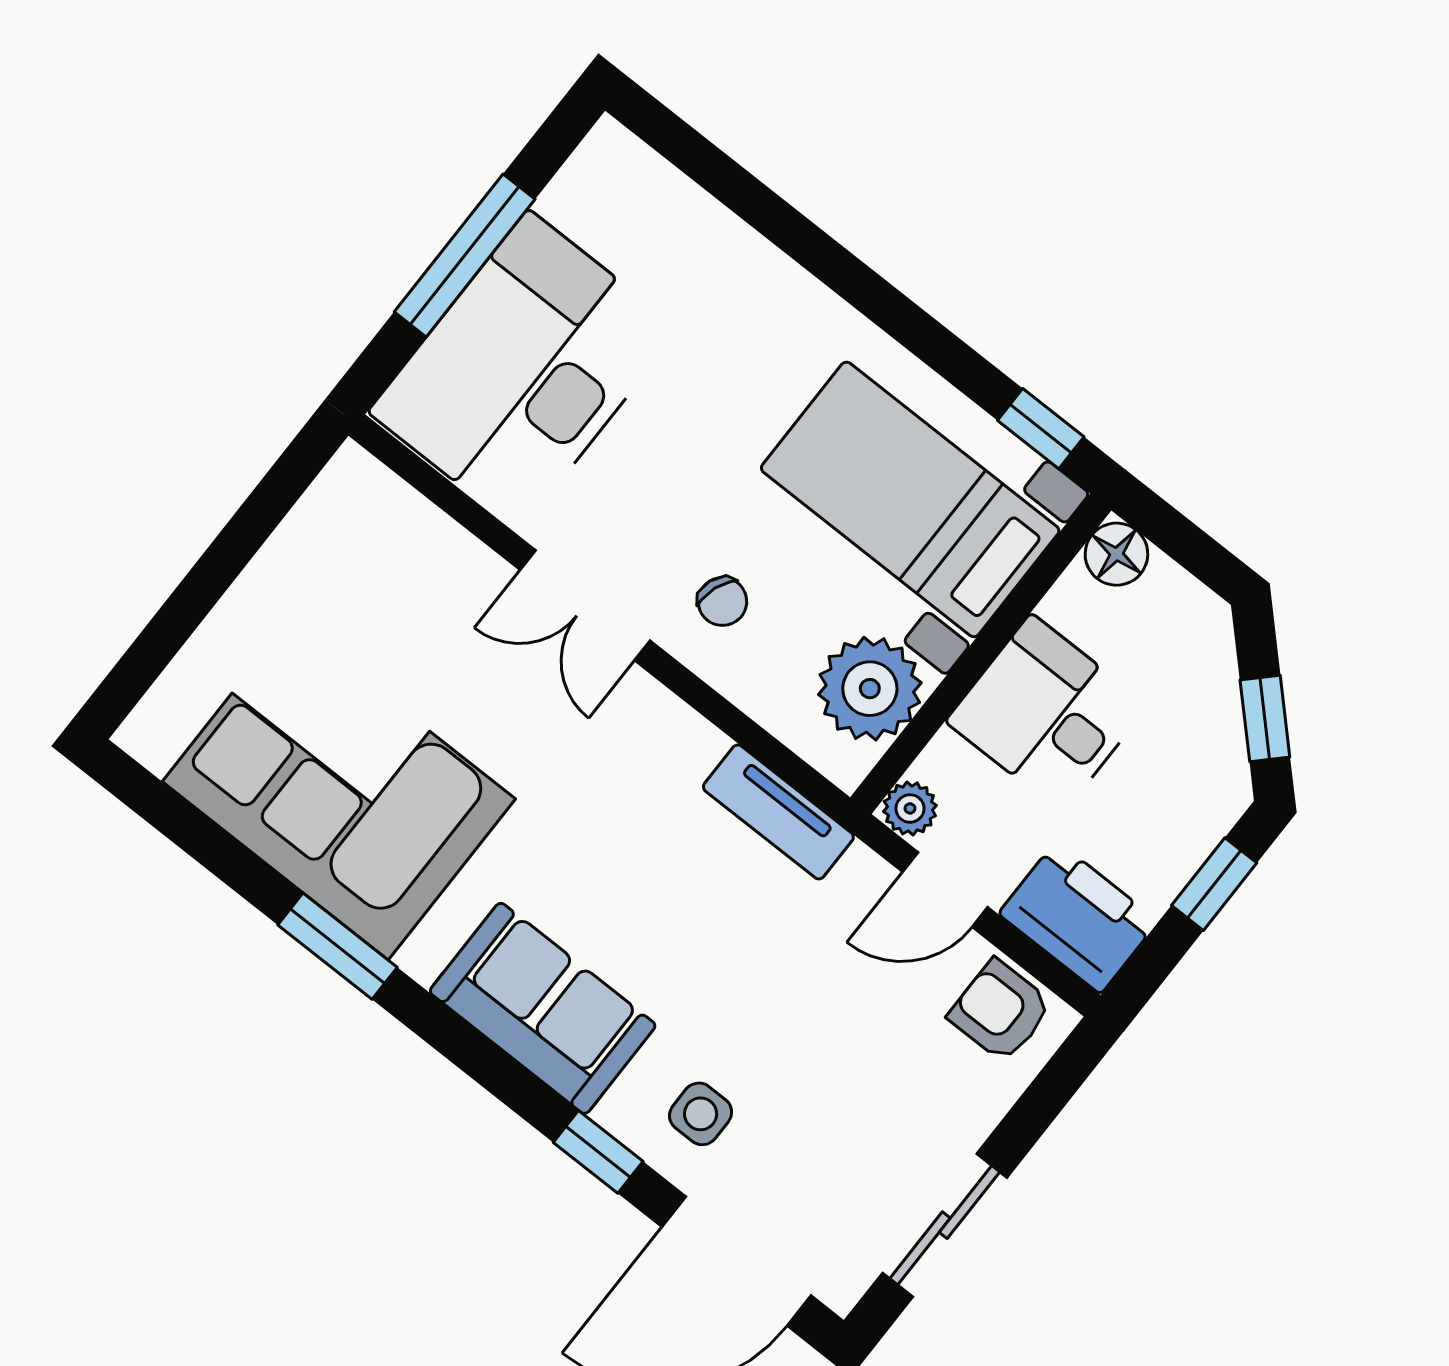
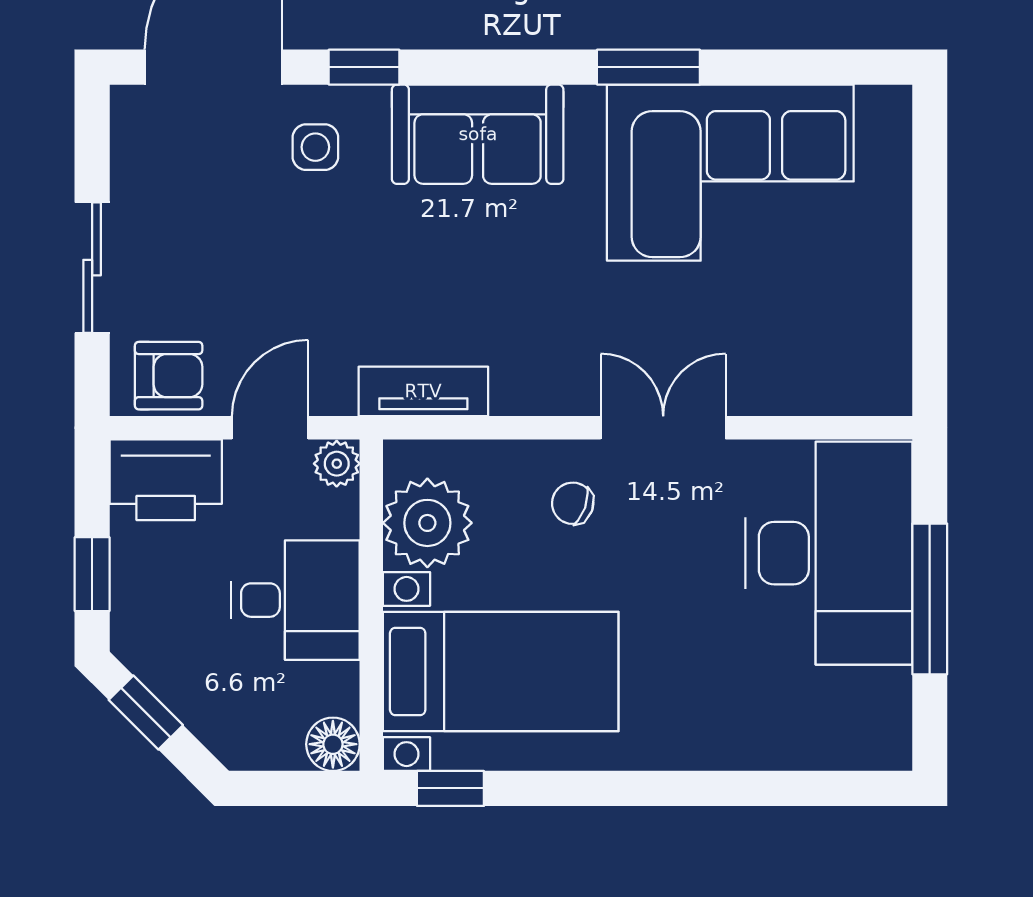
sliding door: (945, 1225) -> (92, 268), moved

